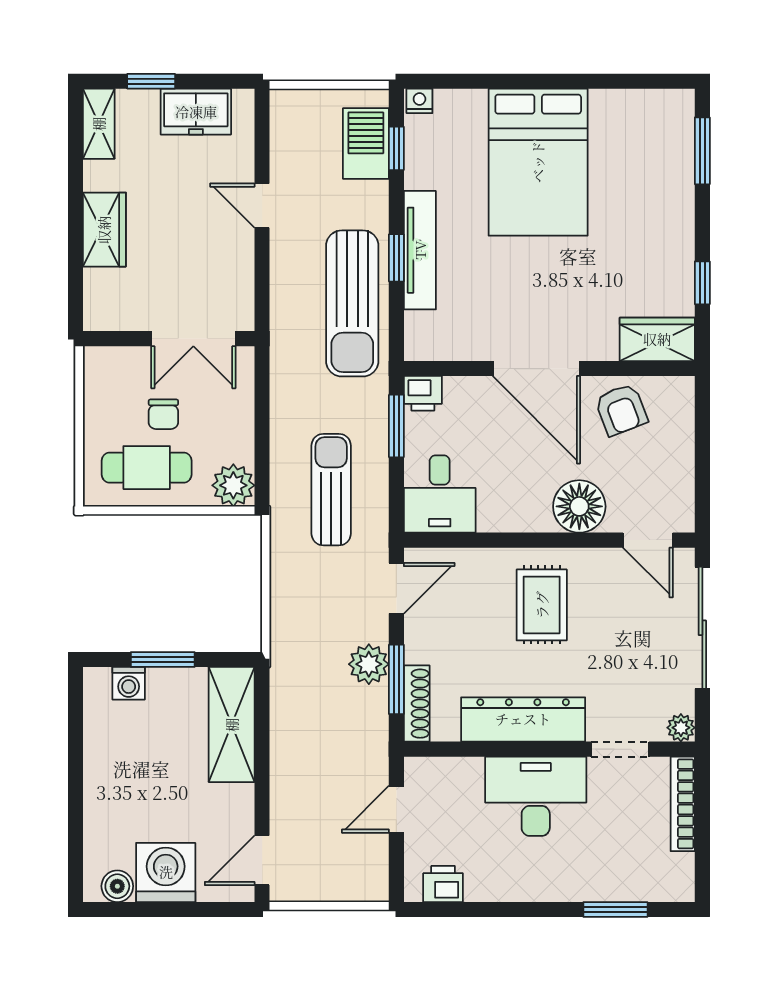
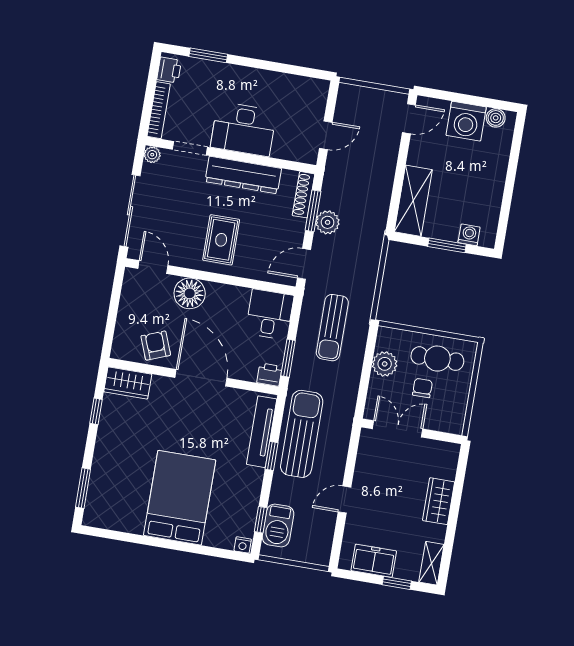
door: (262, 206) -> (345, 500), swing flipped
tv unit: (420, 250) -> (262, 432), moved
plant: (233, 485) -> (385, 364), moved
printer: (443, 884) -> (169, 70), moved, turned -90

